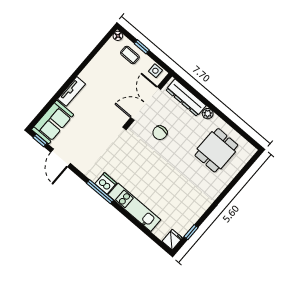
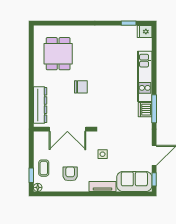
window: (142, 47) -> (31, 175), moved
side table: (155, 71) -> (103, 154), moved
armchair: (106, 73) -> (70, 174), added
plant: (208, 114) -> (38, 81), removed
chair: (160, 133) -> (81, 87), moved
dining table: (216, 150) -> (58, 54), turned 90

